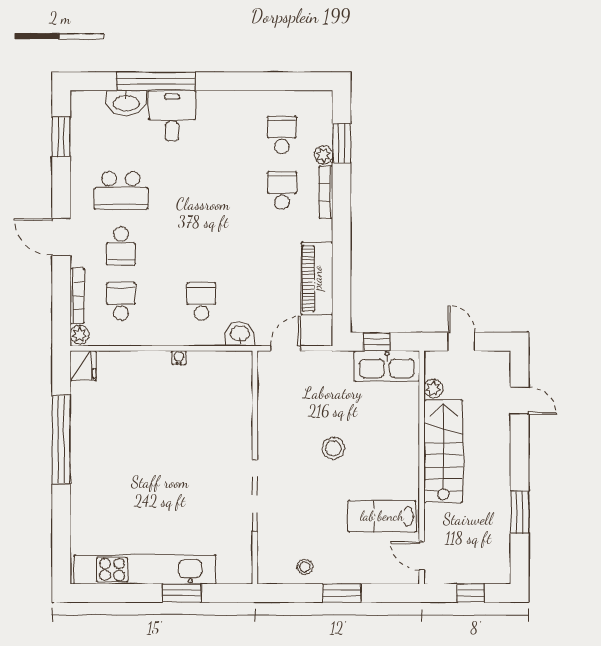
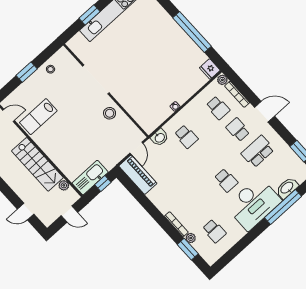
desk: (172, 116) -> (254, 204), width x1.87, depth x1.30
school desk: (282, 190) -> (226, 180), moved
piano: (317, 278) -> (138, 175), moved
stool: (333, 448) -> (110, 113), moved
lab bench: (382, 516) -> (38, 117), turned 180

